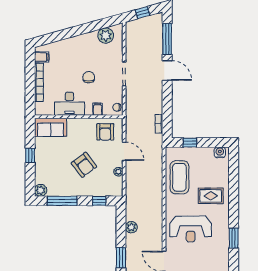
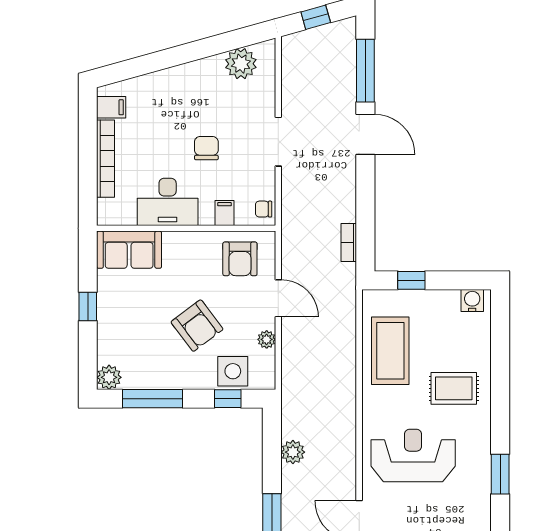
side table: (102, 187) -> (233, 371), added
reception desk: (191, 229) -> (413, 456), turned 180

